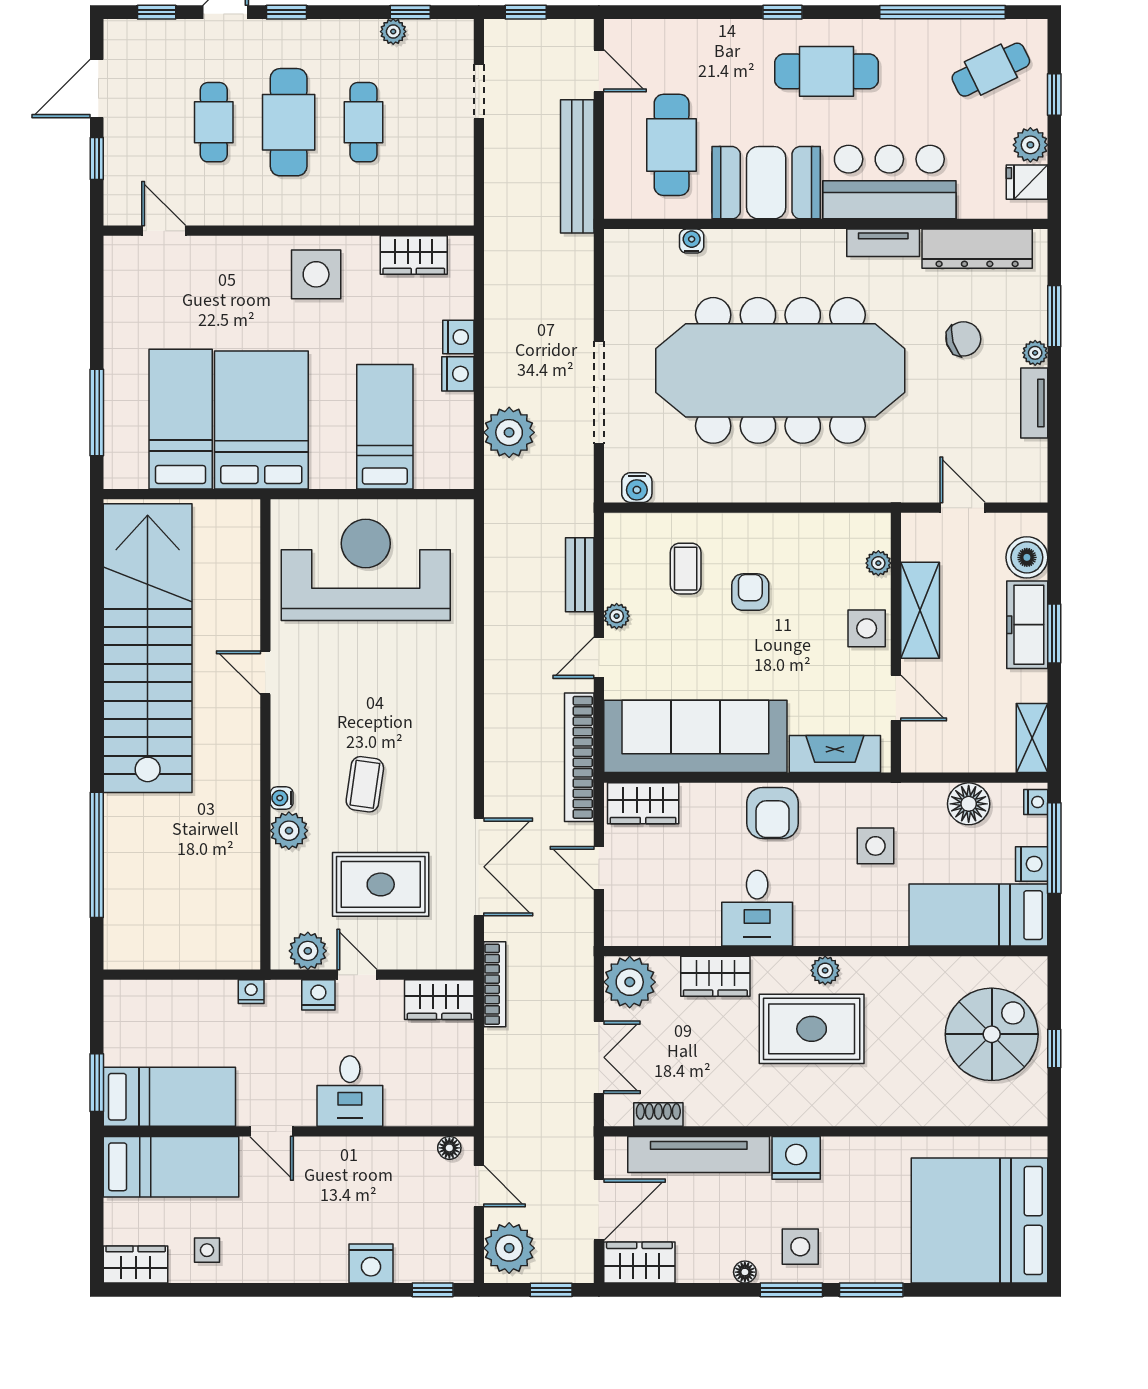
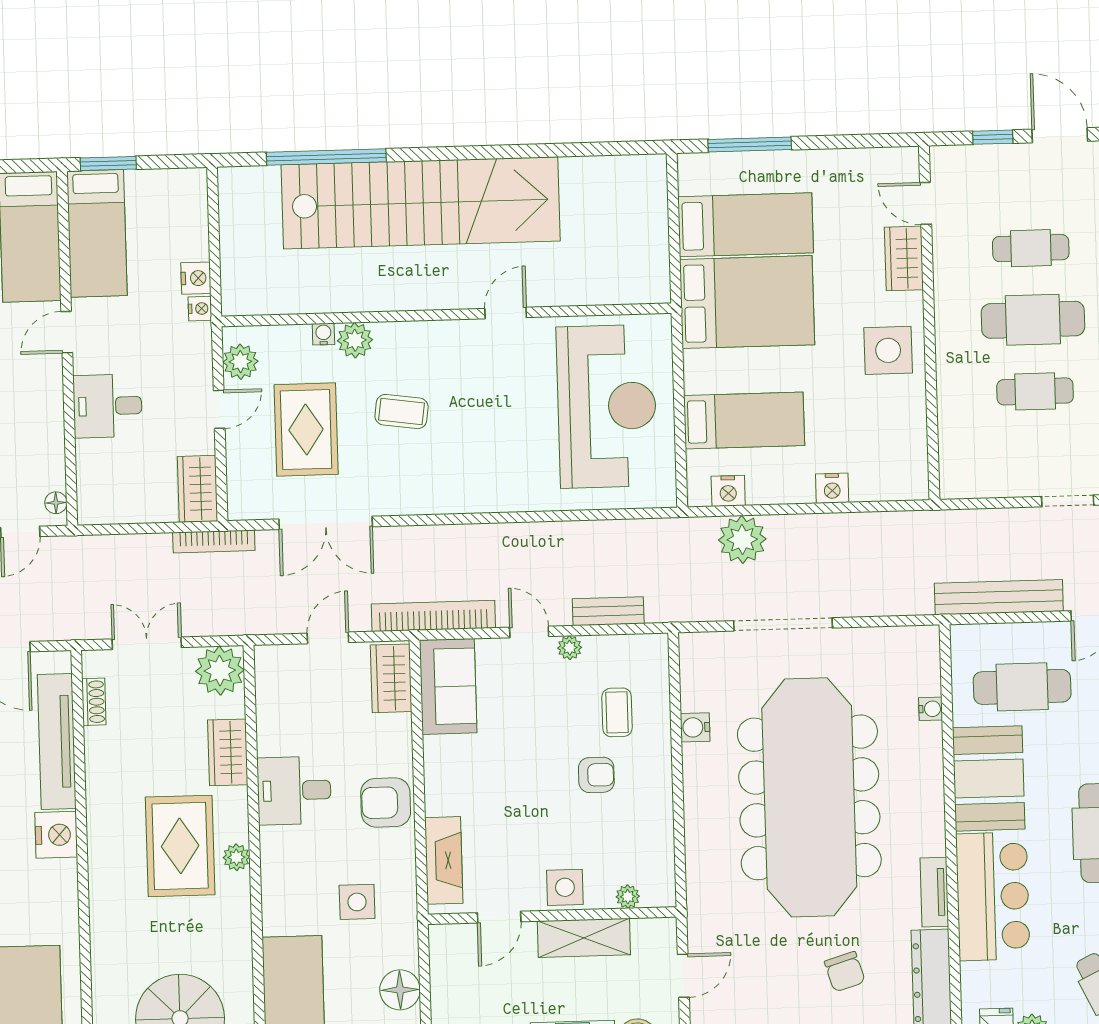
door: (164, 231) -> (926, 203), swing flipped
wardrobe: (414, 255) -> (904, 258), moved
nightstand: (458, 374) -> (728, 491), moved
water cooler: (637, 488) -> (695, 727), moved
coffee table: (686, 569) -> (617, 712), turned 90
stairs: (148, 648) -> (421, 203), moved
sofa: (695, 736) -> (448, 686), width x0.54, depth x0.79
water cooler: (282, 798) -> (323, 334), moved
nightstand: (318, 995) -> (196, 278), moved
double door: (599, 1057) -> (147, 643), swing flipped

